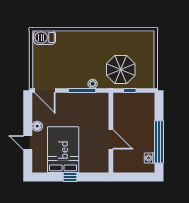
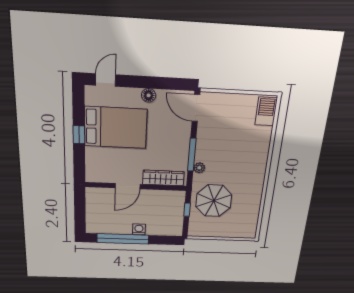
door: (45, 91) -> (196, 108), hinge flipped
wardrobe: (102, 111) -> (163, 178), added
door: (28, 143) -> (106, 80), moved
washing machine: (150, 158) -> (139, 229), moved

